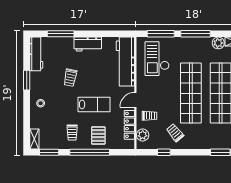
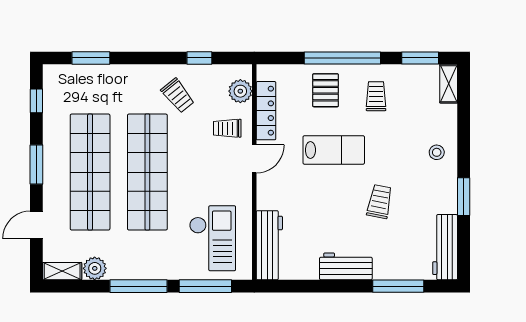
workbench: (125, 62) -> (269, 245), width x0.73, depth x0.76
lab bench: (94, 104) -> (334, 150), turned 180

